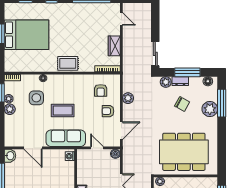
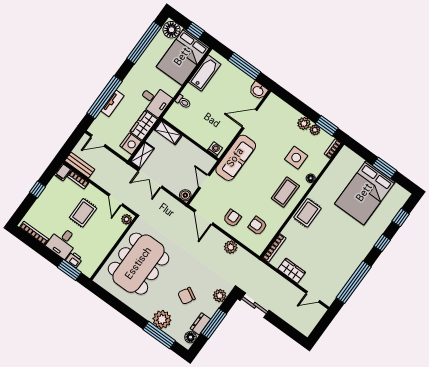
dresser: (180, 81) -> (200, 324), moved
coffee table: (63, 110) -> (285, 192), moved
door: (97, 148) -> (204, 181), swing flipped

